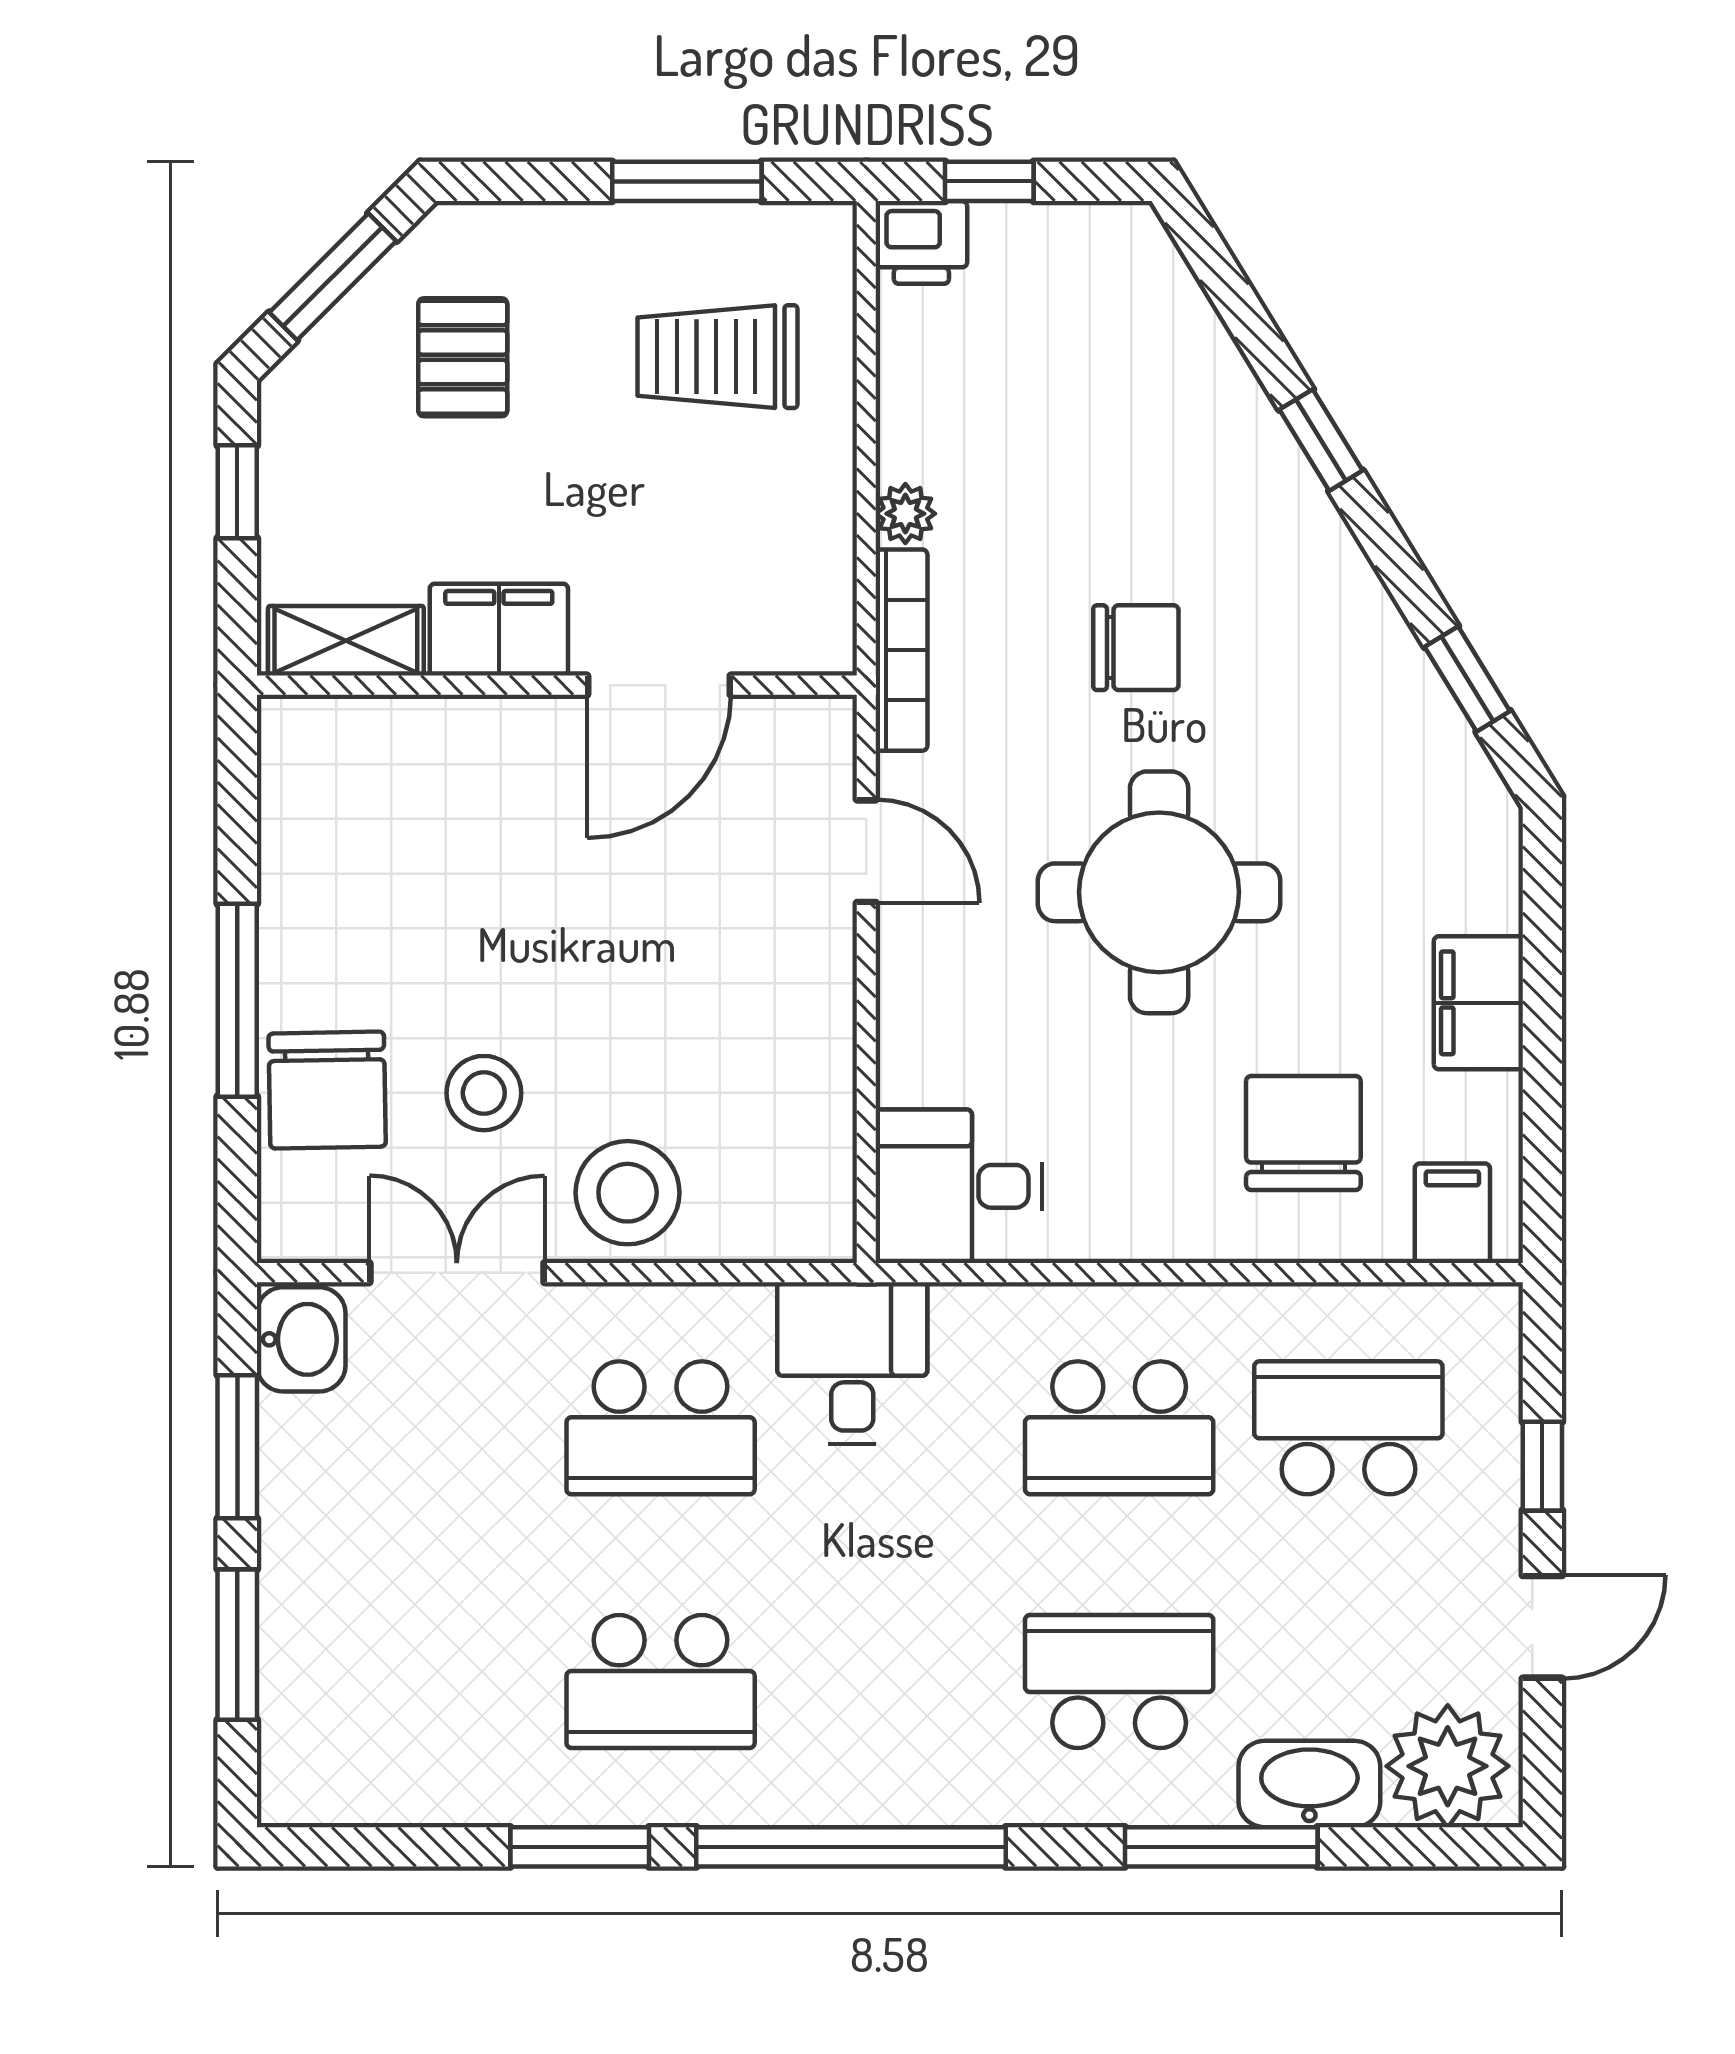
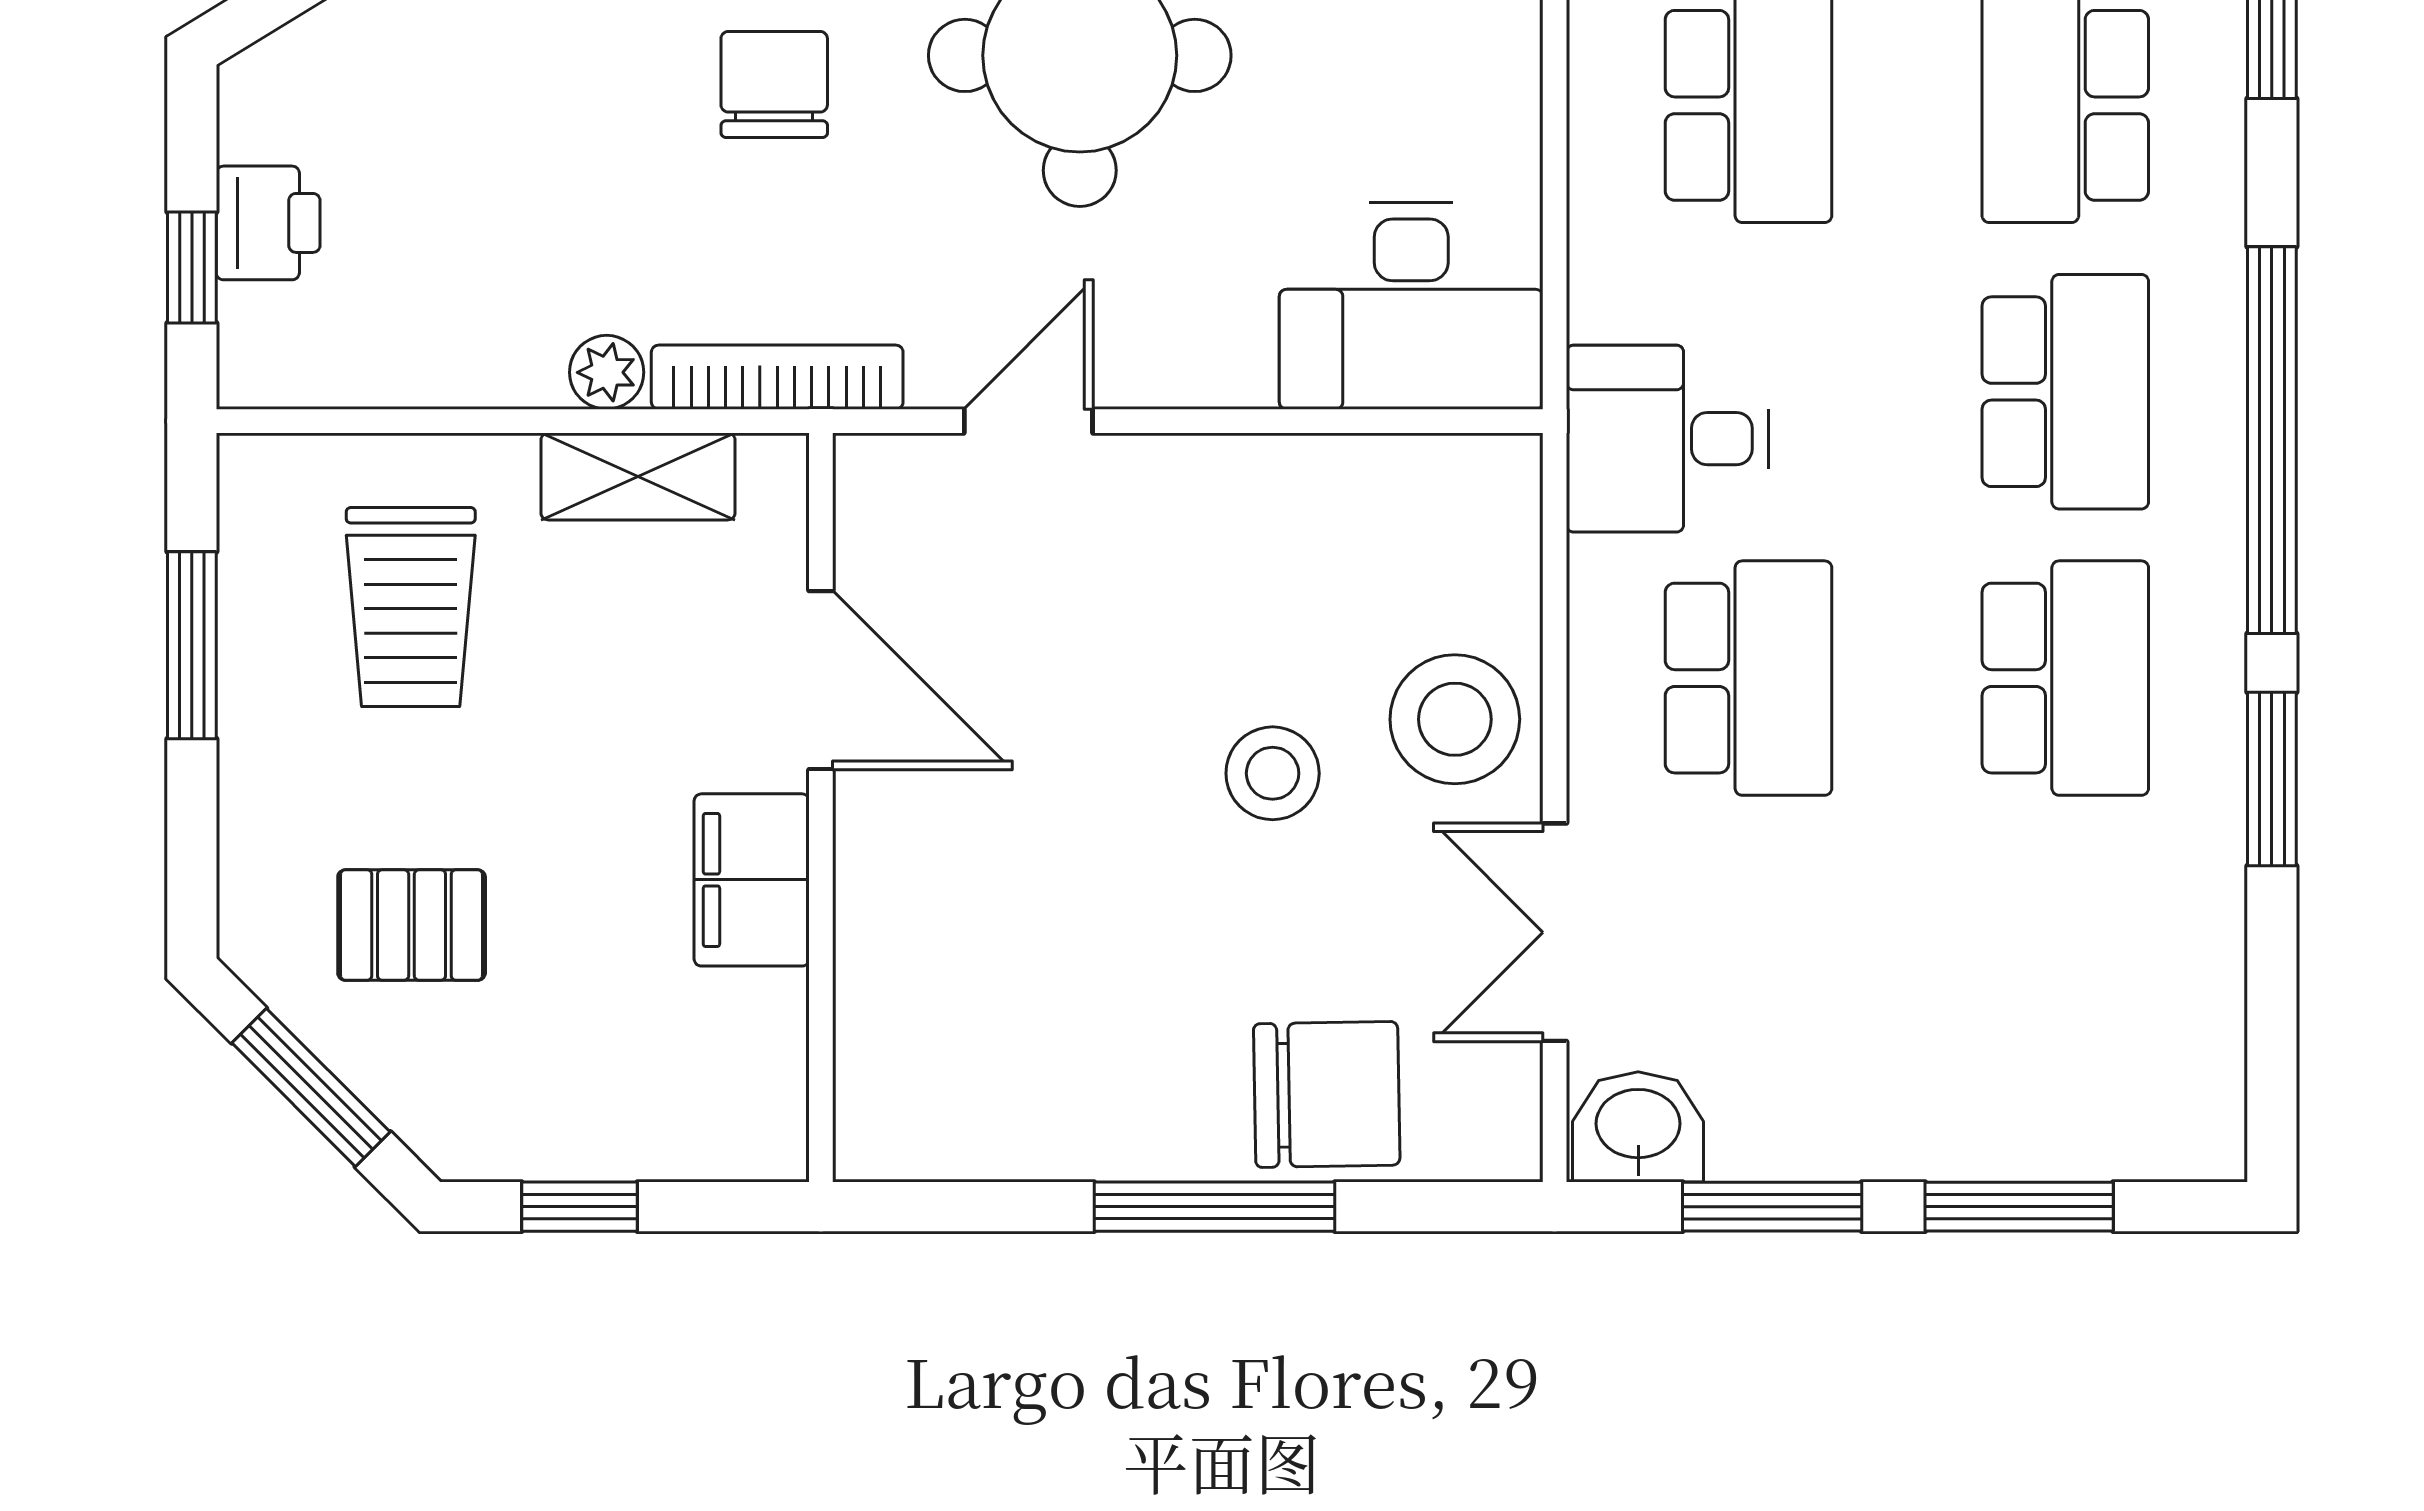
printer: (921, 242) -> (268, 223), moved
shelving: (346, 641) -> (638, 476), moved, turned 90
stool: (484, 1093) -> (1273, 773), moved
desk: (959, 1186) -> (1411, 306), width x1.37
school desk: (890, 1681) -> (2065, 392), added

